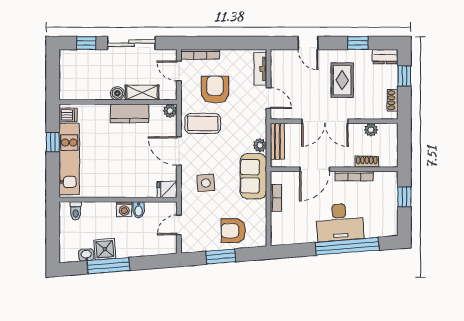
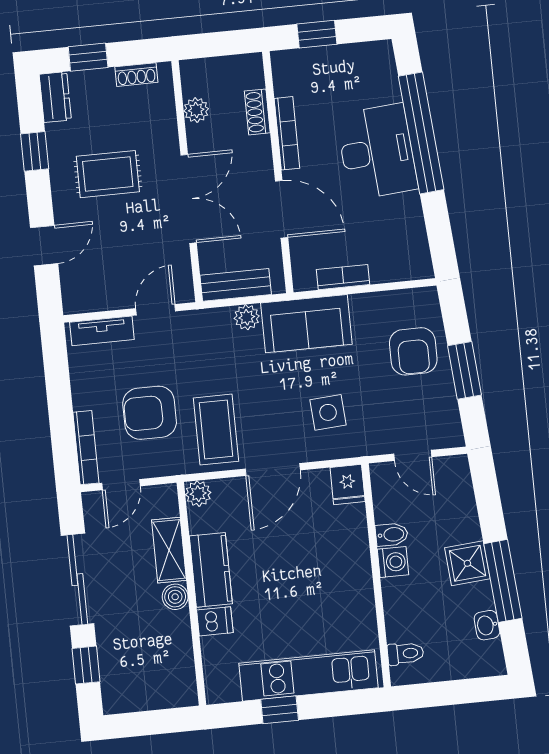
dishwasher: (68, 115) -> (215, 621), moved, turned 90
shower: (105, 249) -> (467, 563), moved

